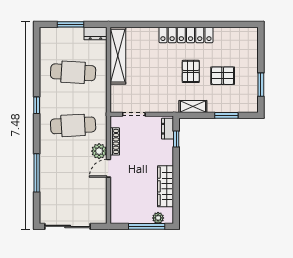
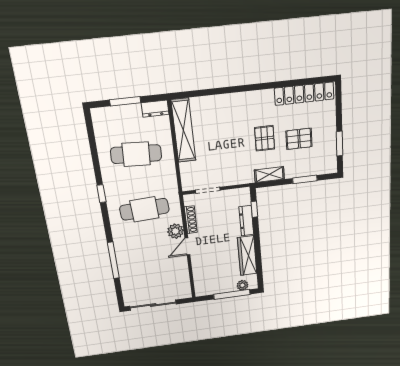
locker: (186, 35) -> (304, 94), moved
dresser: (168, 129) -> (246, 221), moved, width x1.44

